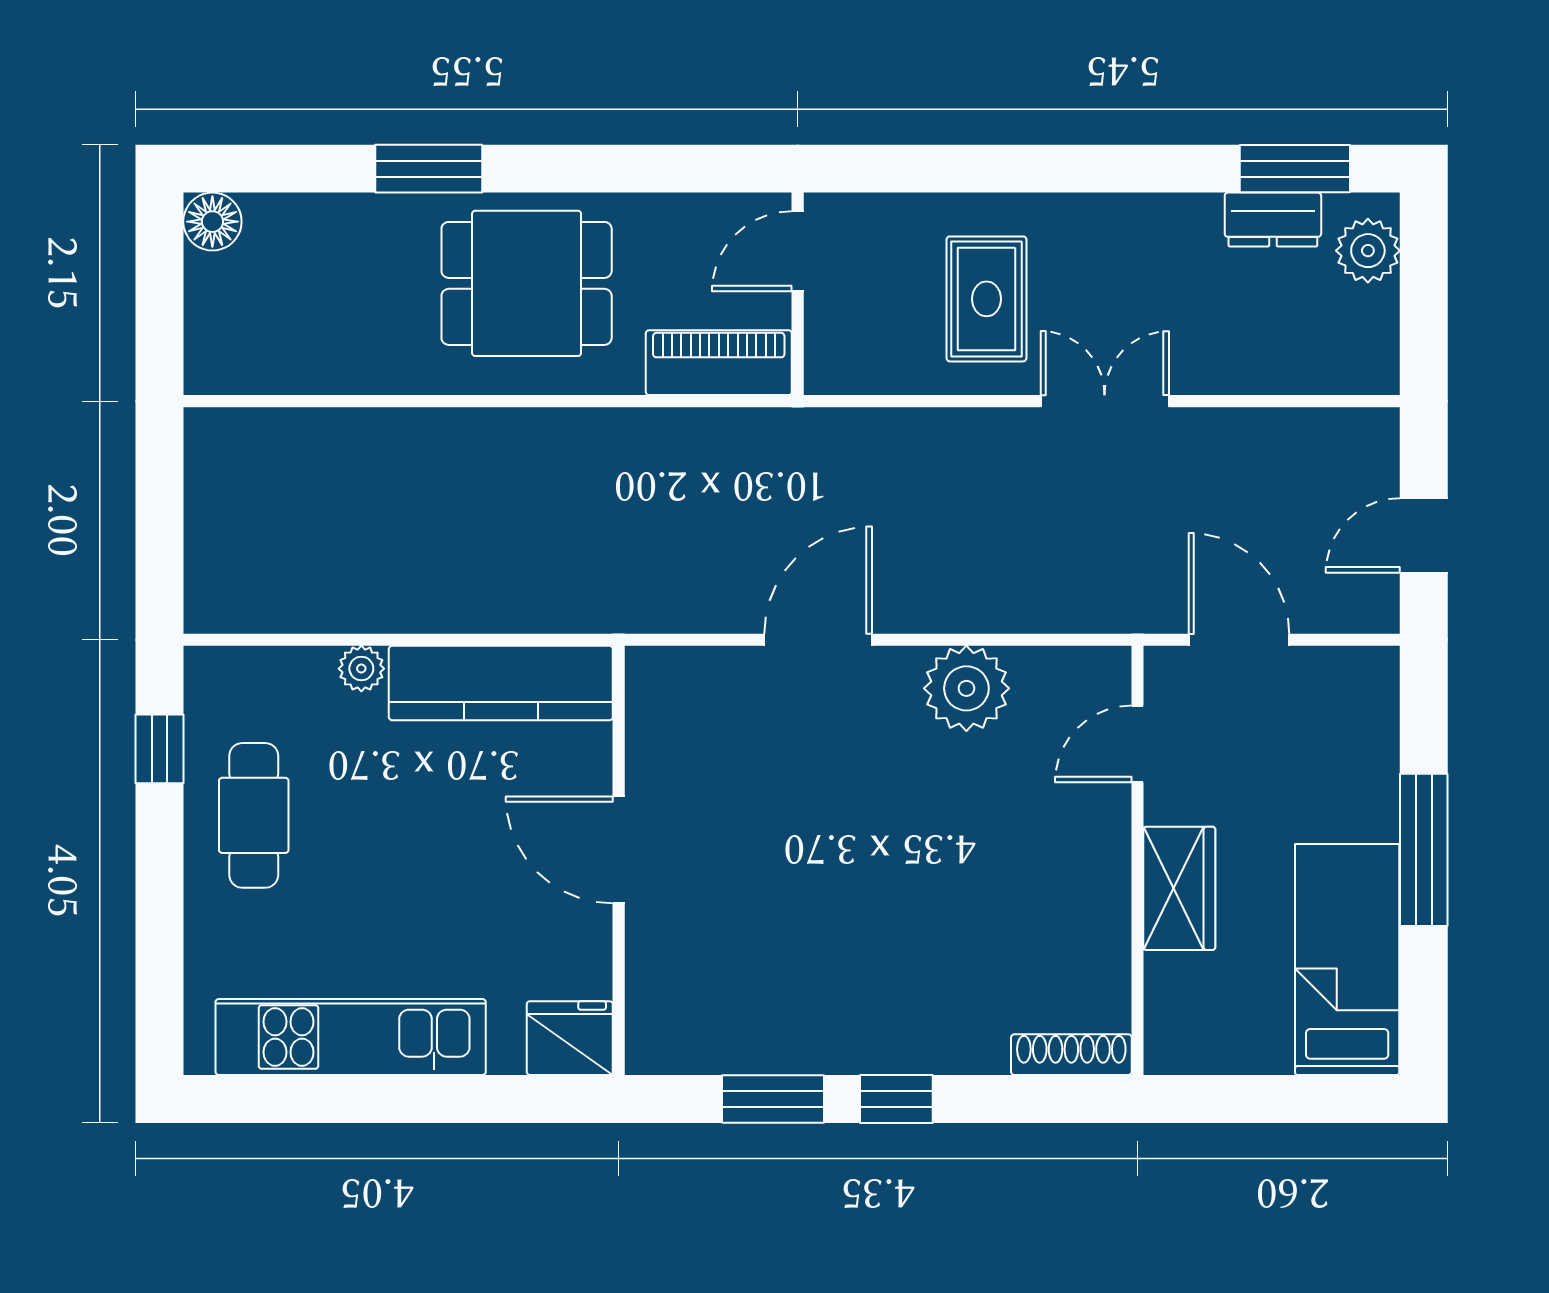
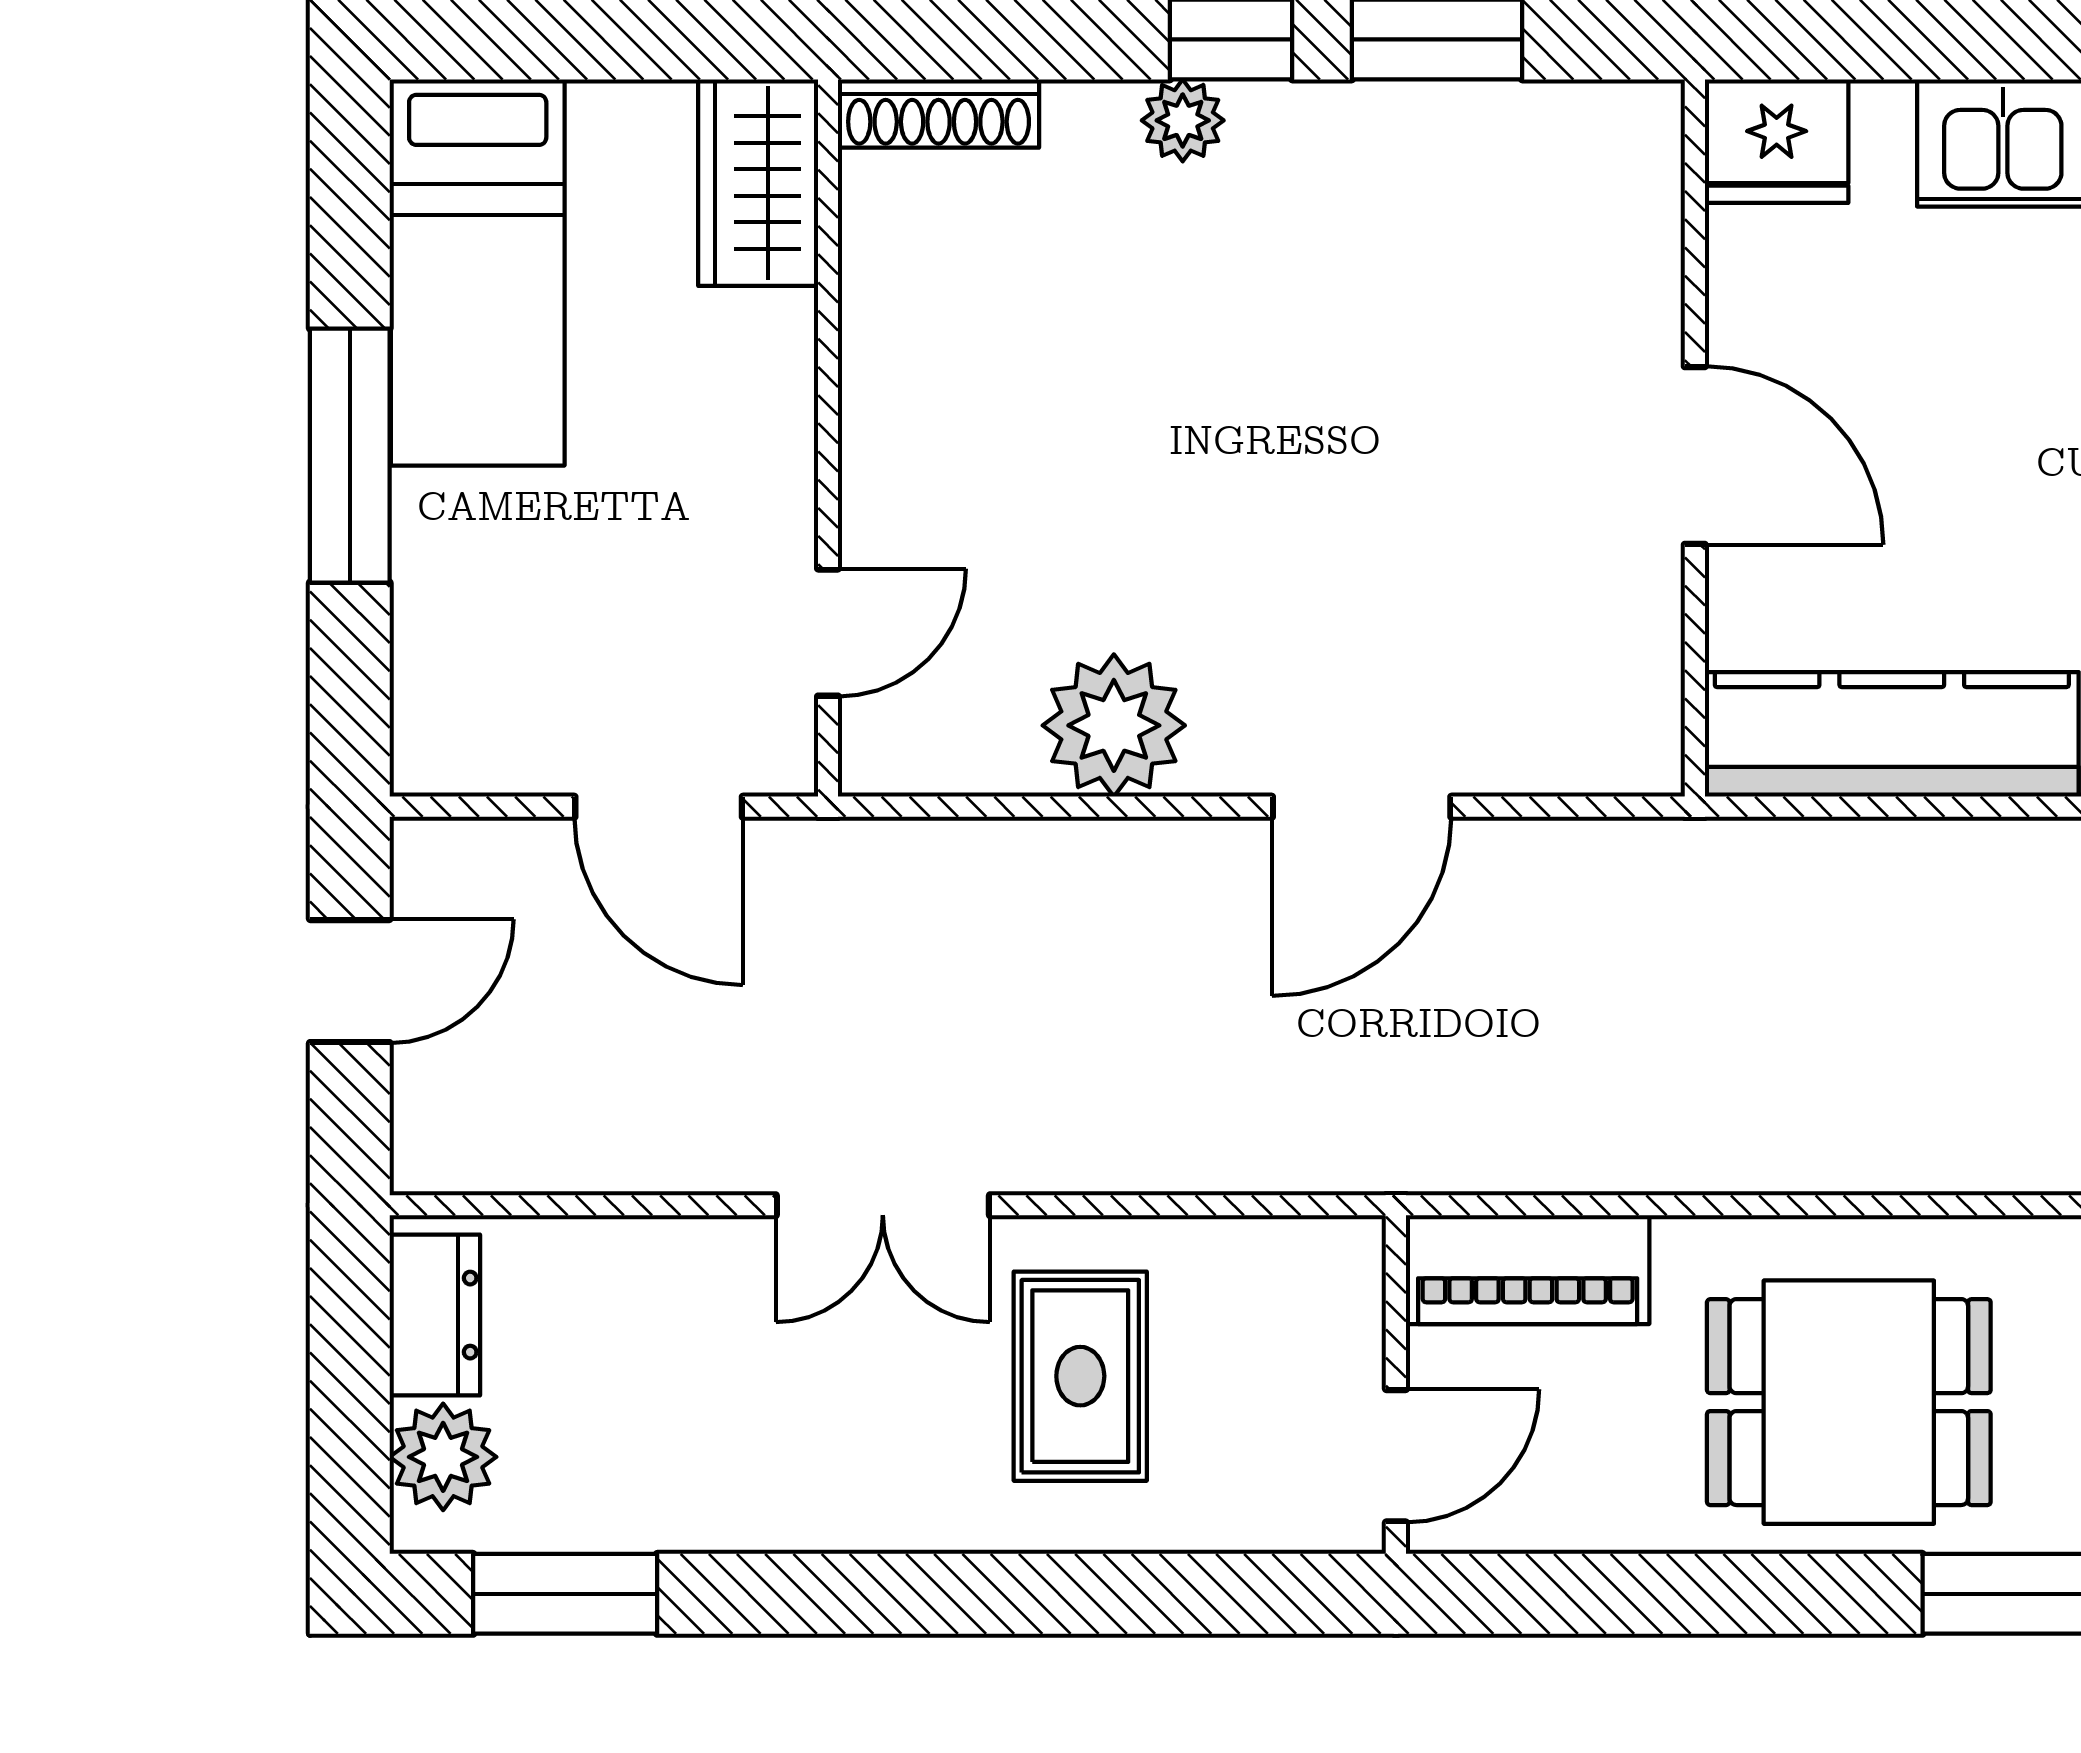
dresser: (1273, 220) -> (435, 1315), moved, turned 90
wardrobe: (1179, 888) -> (758, 183), moved
plant: (925, 1050) -> (1183, 120), added

